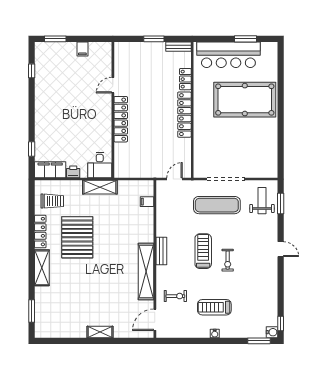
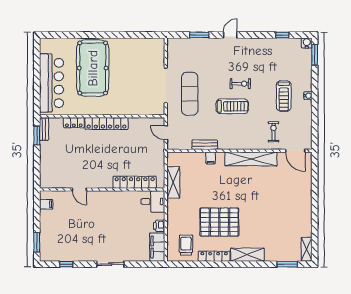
window: (154, 39) -> (37, 136), moved
window: (245, 39) -> (37, 67), removed
filing cabinet: (82, 49) -> (46, 204), moved
sliding door: (32, 119) -> (110, 264), added
locker: (121, 119) -> (135, 182), moved
window: (32, 149) -> (138, 264), removed
shelving: (100, 187) -> (173, 182), moved
weight bench: (262, 201) -> (186, 52), removed
filing cabinet: (147, 202) -> (211, 158), moved
window: (281, 203) -> (199, 35), moved
bench: (161, 251) -> (205, 145), moved
treadmill: (203, 251) -> (232, 106), turned 180
window: (281, 323) -> (282, 35), moved
shelving: (100, 332) -> (307, 249), moved

